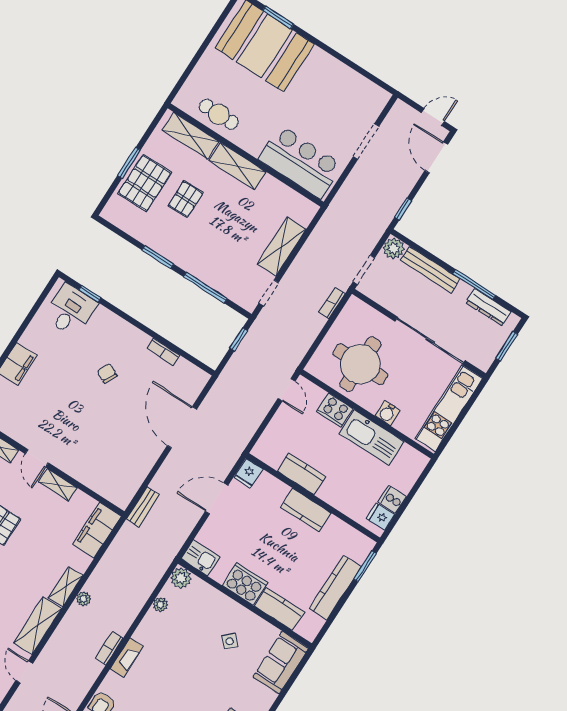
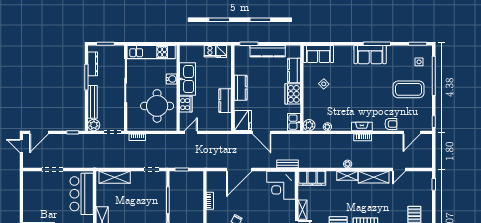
shelving: (282, 247) -> (115, 177), moved
fridge: (248, 473) -> (243, 121), width x1.88, depth x1.34
corner desk: (117, 476) -> (281, 185), added

